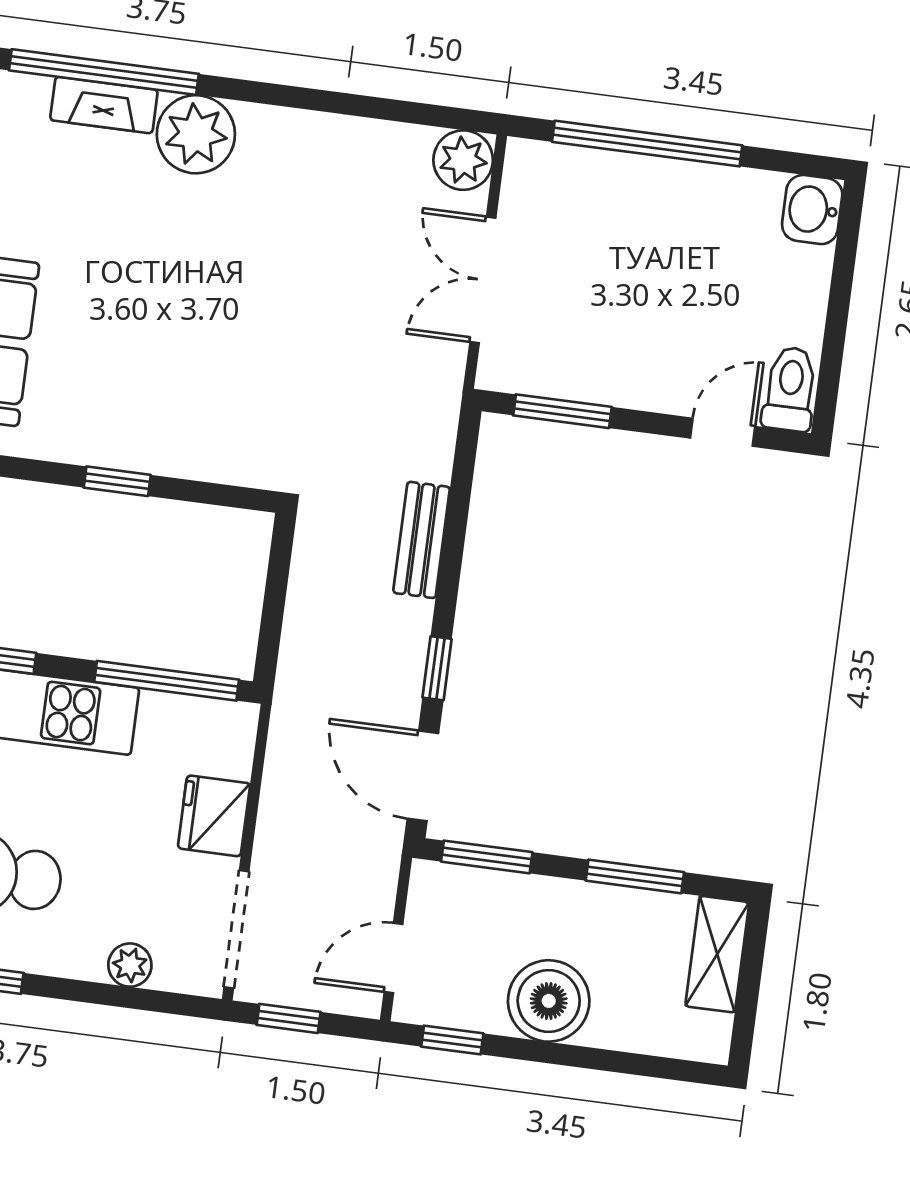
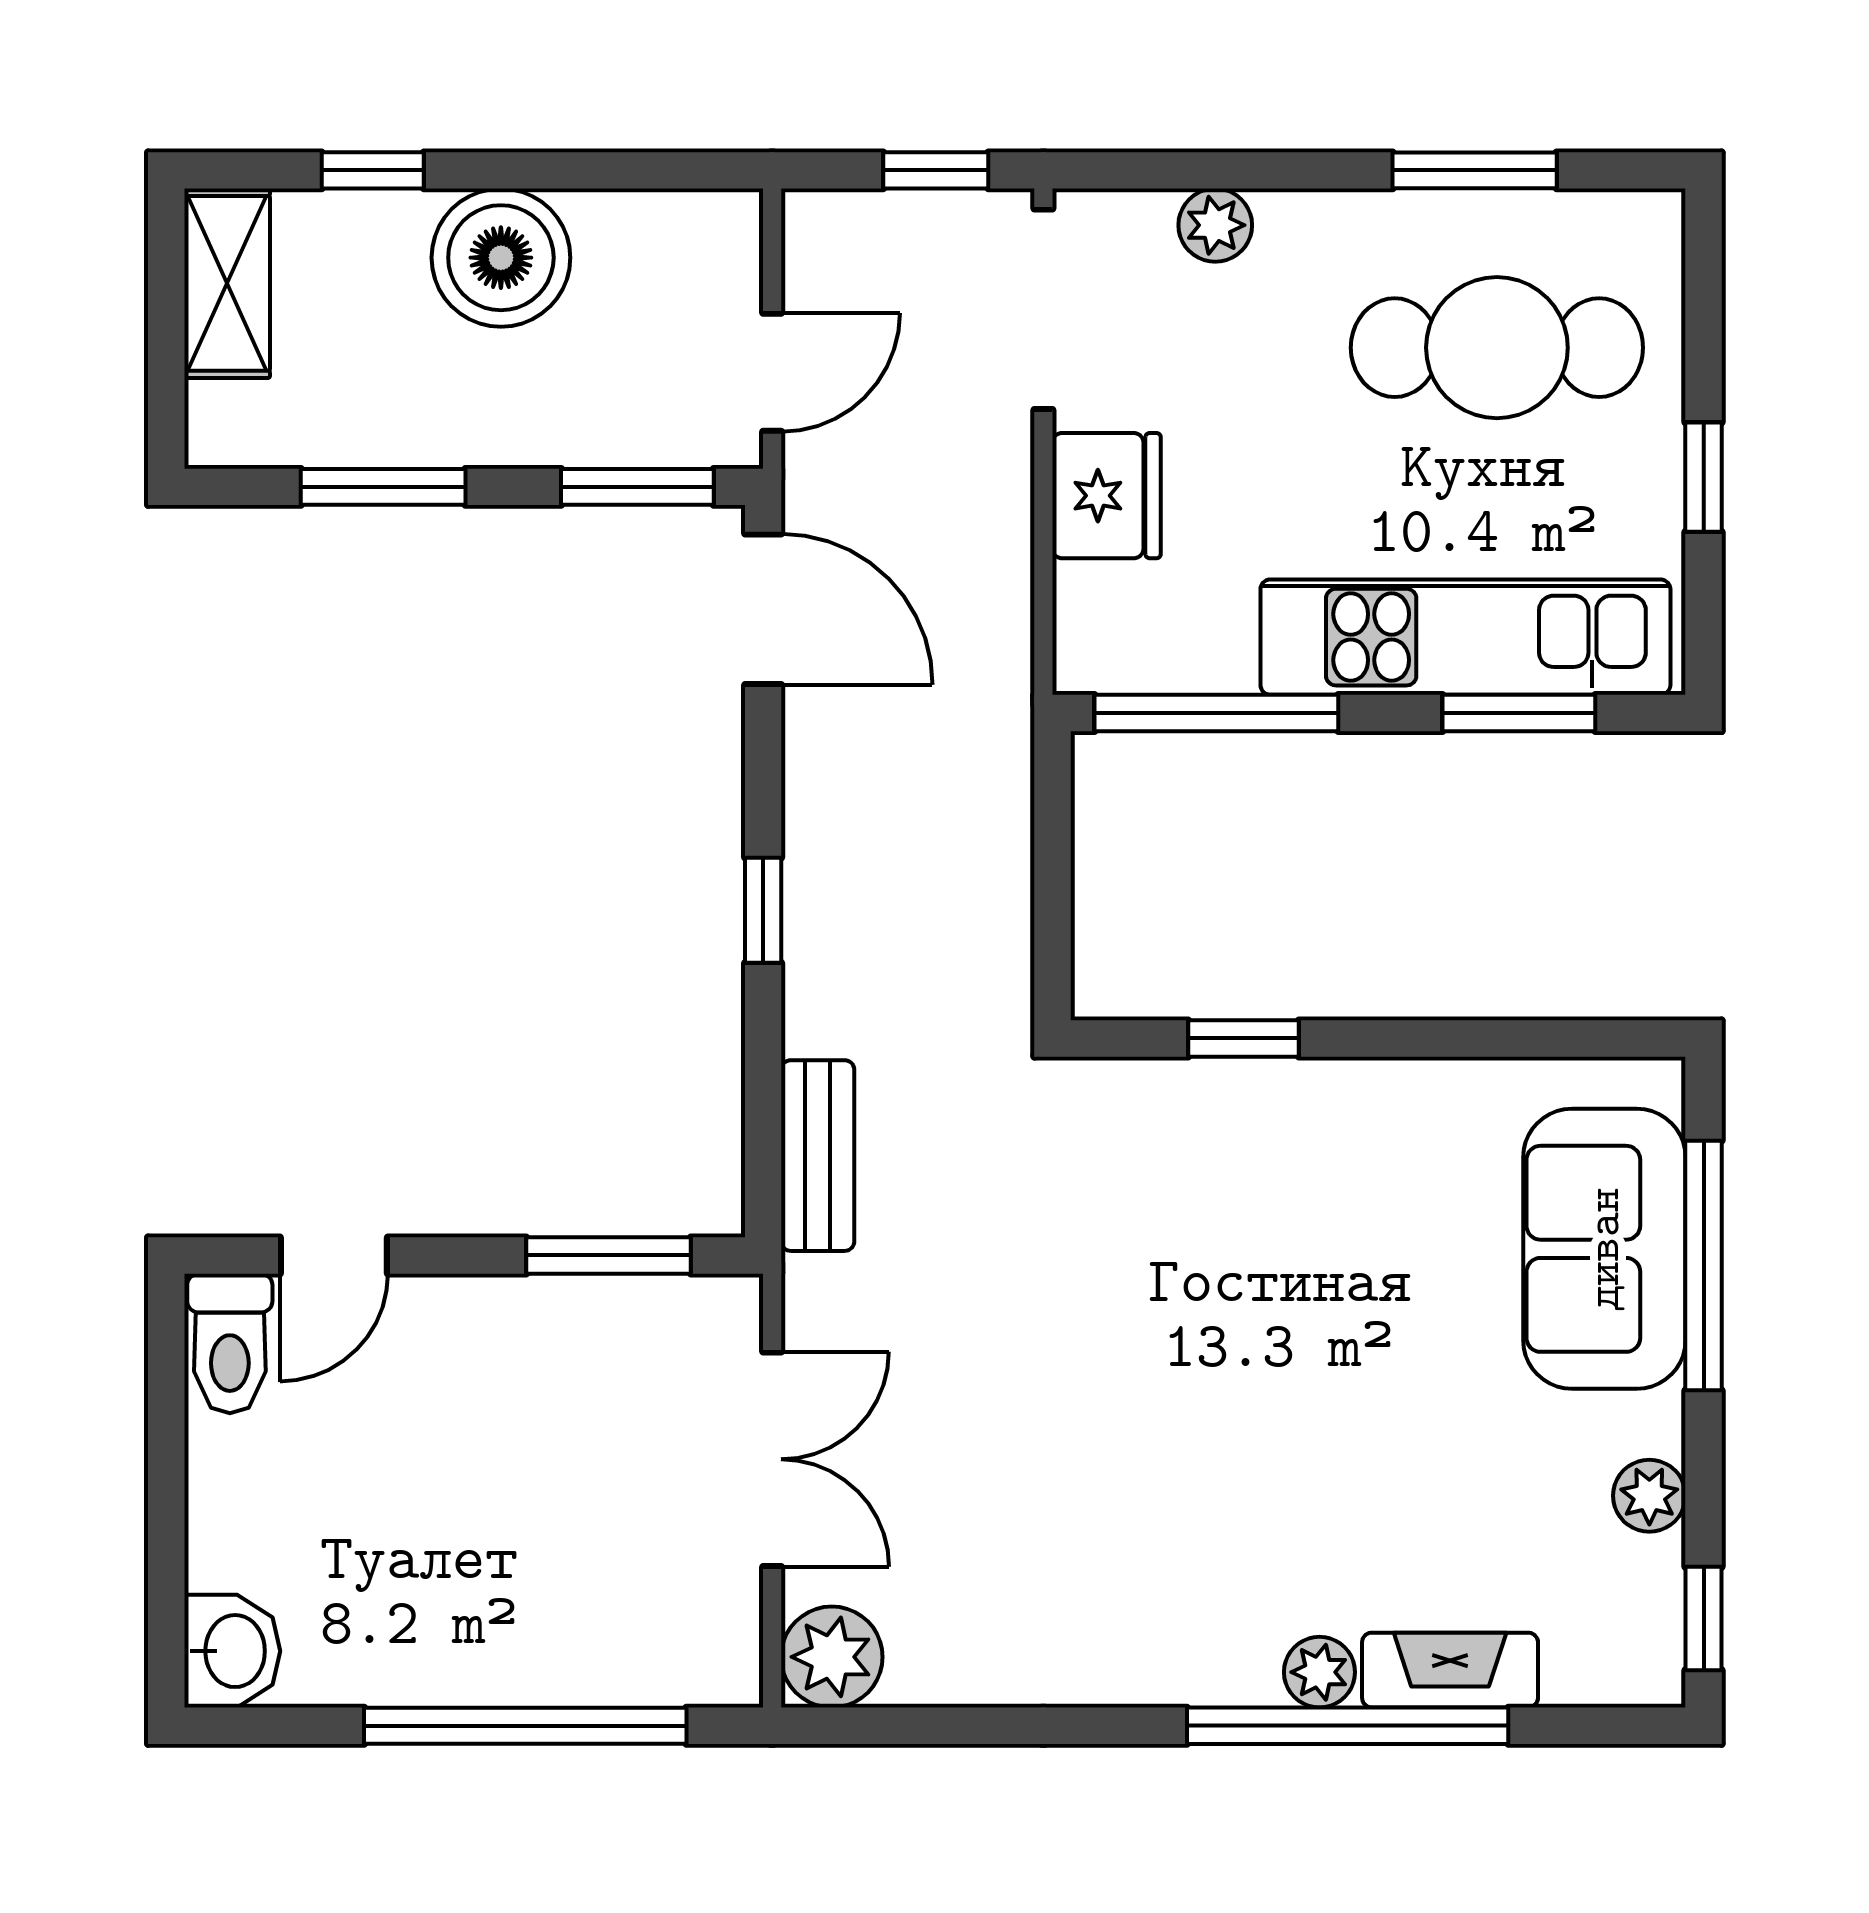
window: (104, 72) -> (1348, 1726), moved
plant: (196, 134) -> (1319, 1672), width x0.53, depth x0.53
window: (117, 481) -> (1243, 1038), moved
bench: (422, 540) -> (818, 1156), moved
window: (437, 668) -> (763, 910), moved
shelving: (717, 954) -> (227, 283), moved
door: (394, 958) -> (772, 372), moved
window: (452, 1040) -> (373, 170), moved

